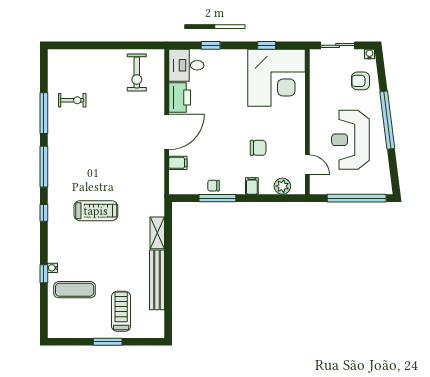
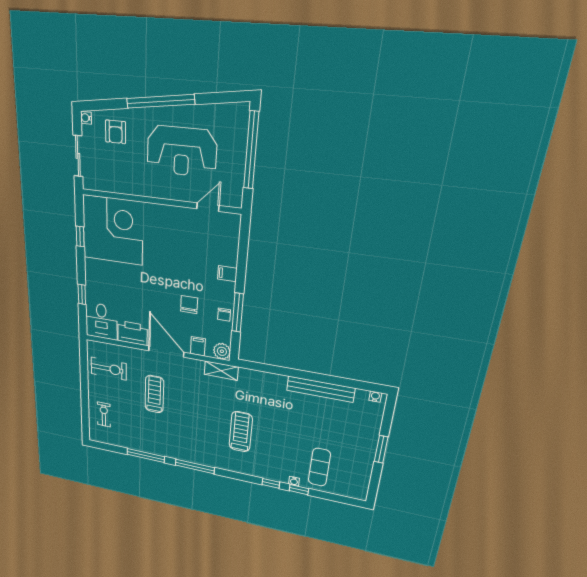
exercise bike: (72, 100) -> (104, 414), moved
chair: (258, 148) -> (189, 305), moved
plant: (282, 186) -> (222, 351), moved
window: (44, 213) -> (271, 483), moved
shelving: (157, 233) -> (221, 371), moved
treadmill: (121, 311) -> (154, 394), moved, turned 90
water cooler: (160, 328) -> (375, 397), added

